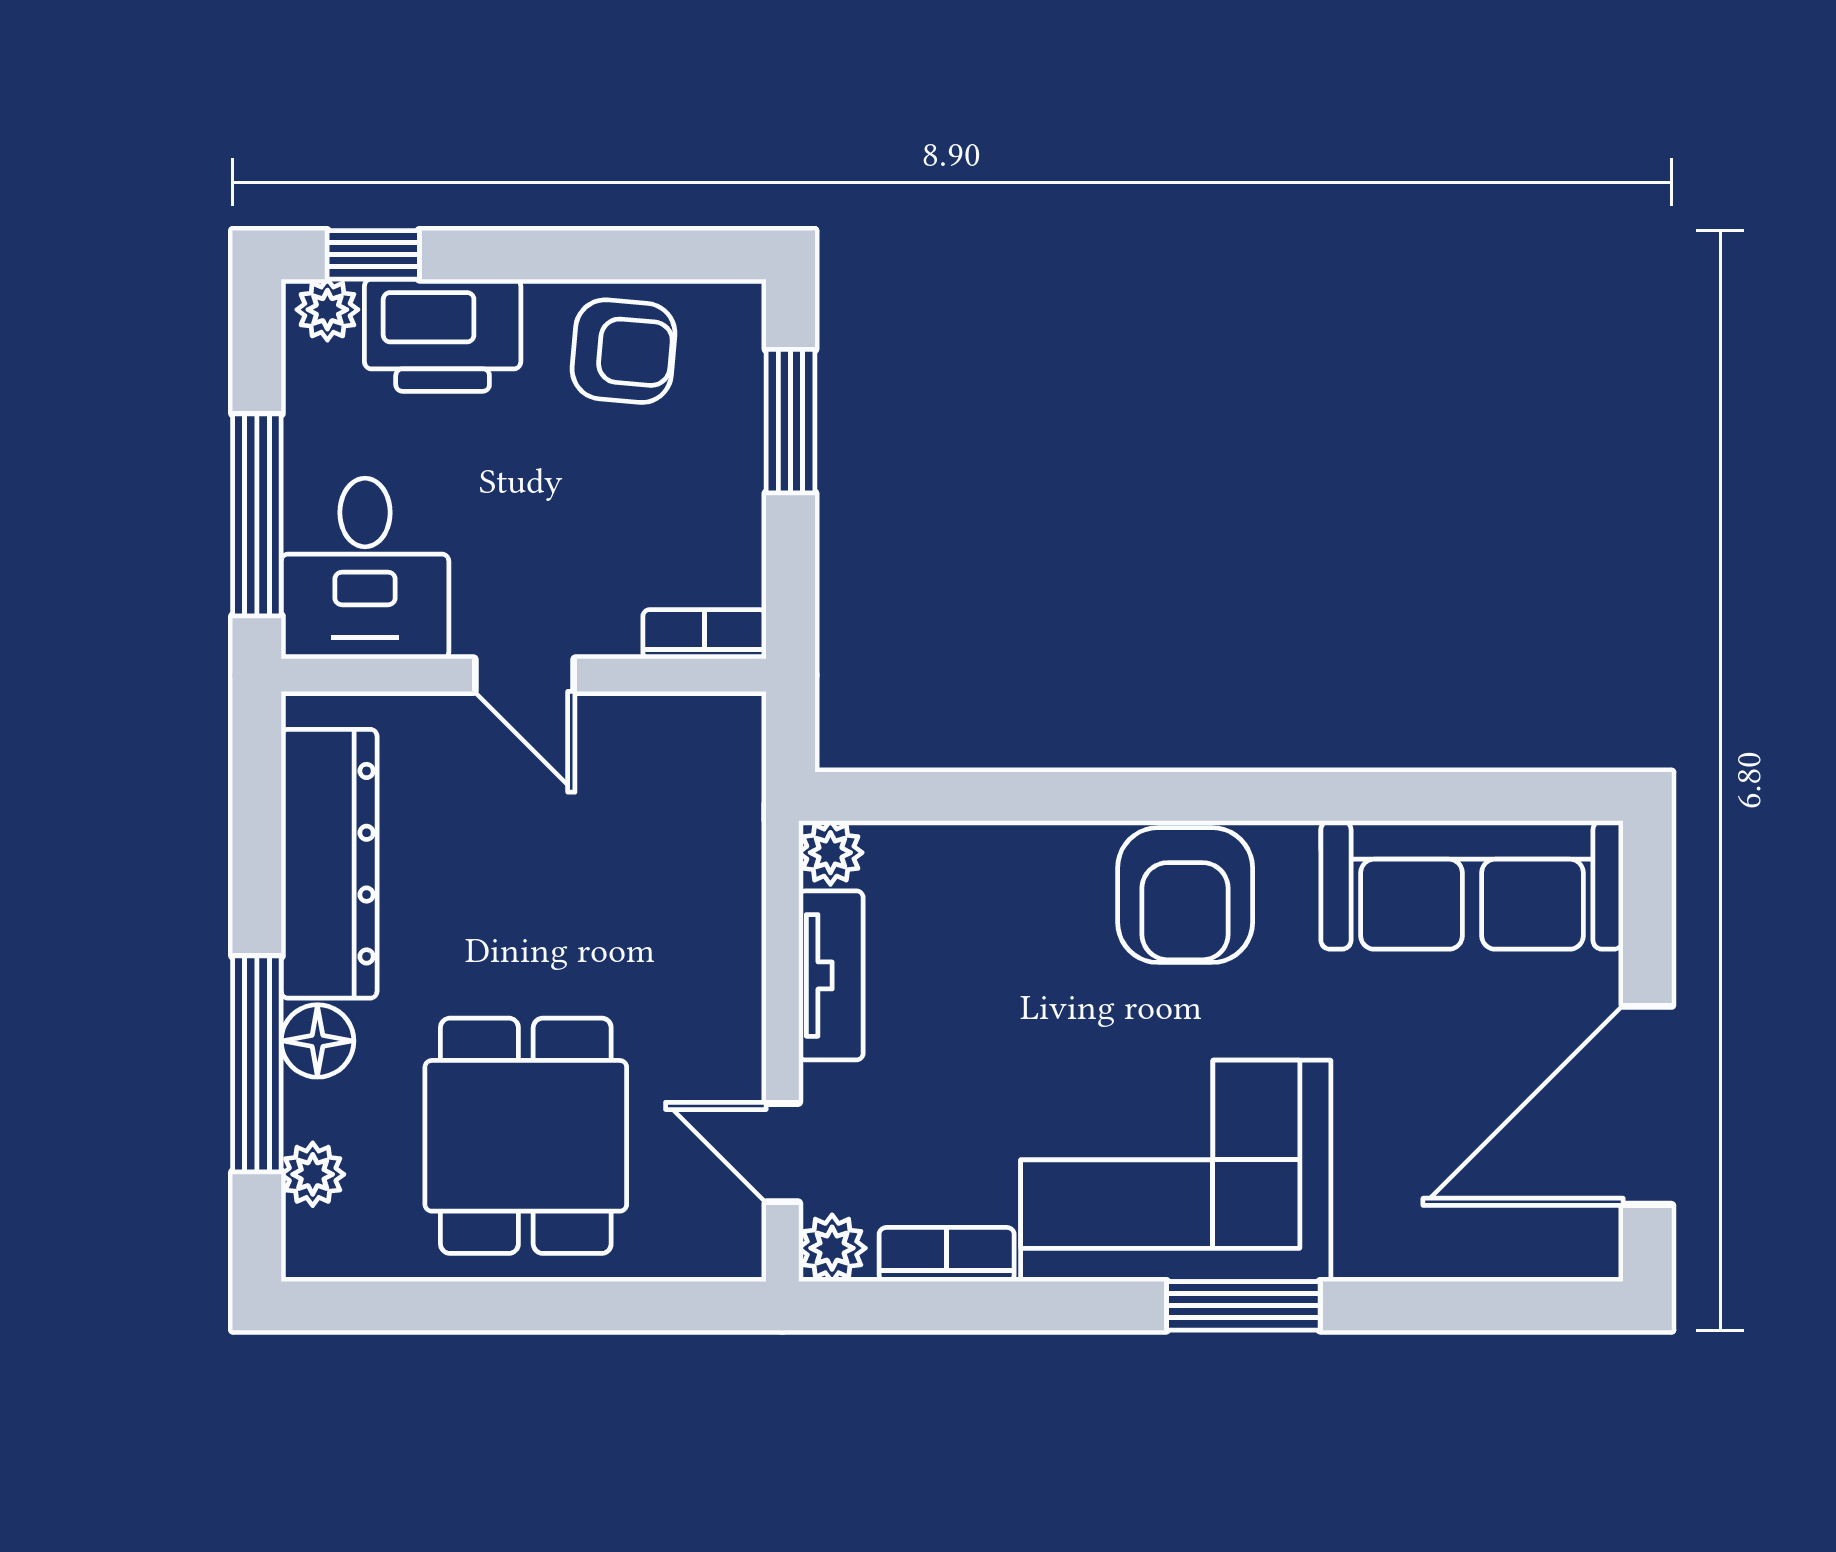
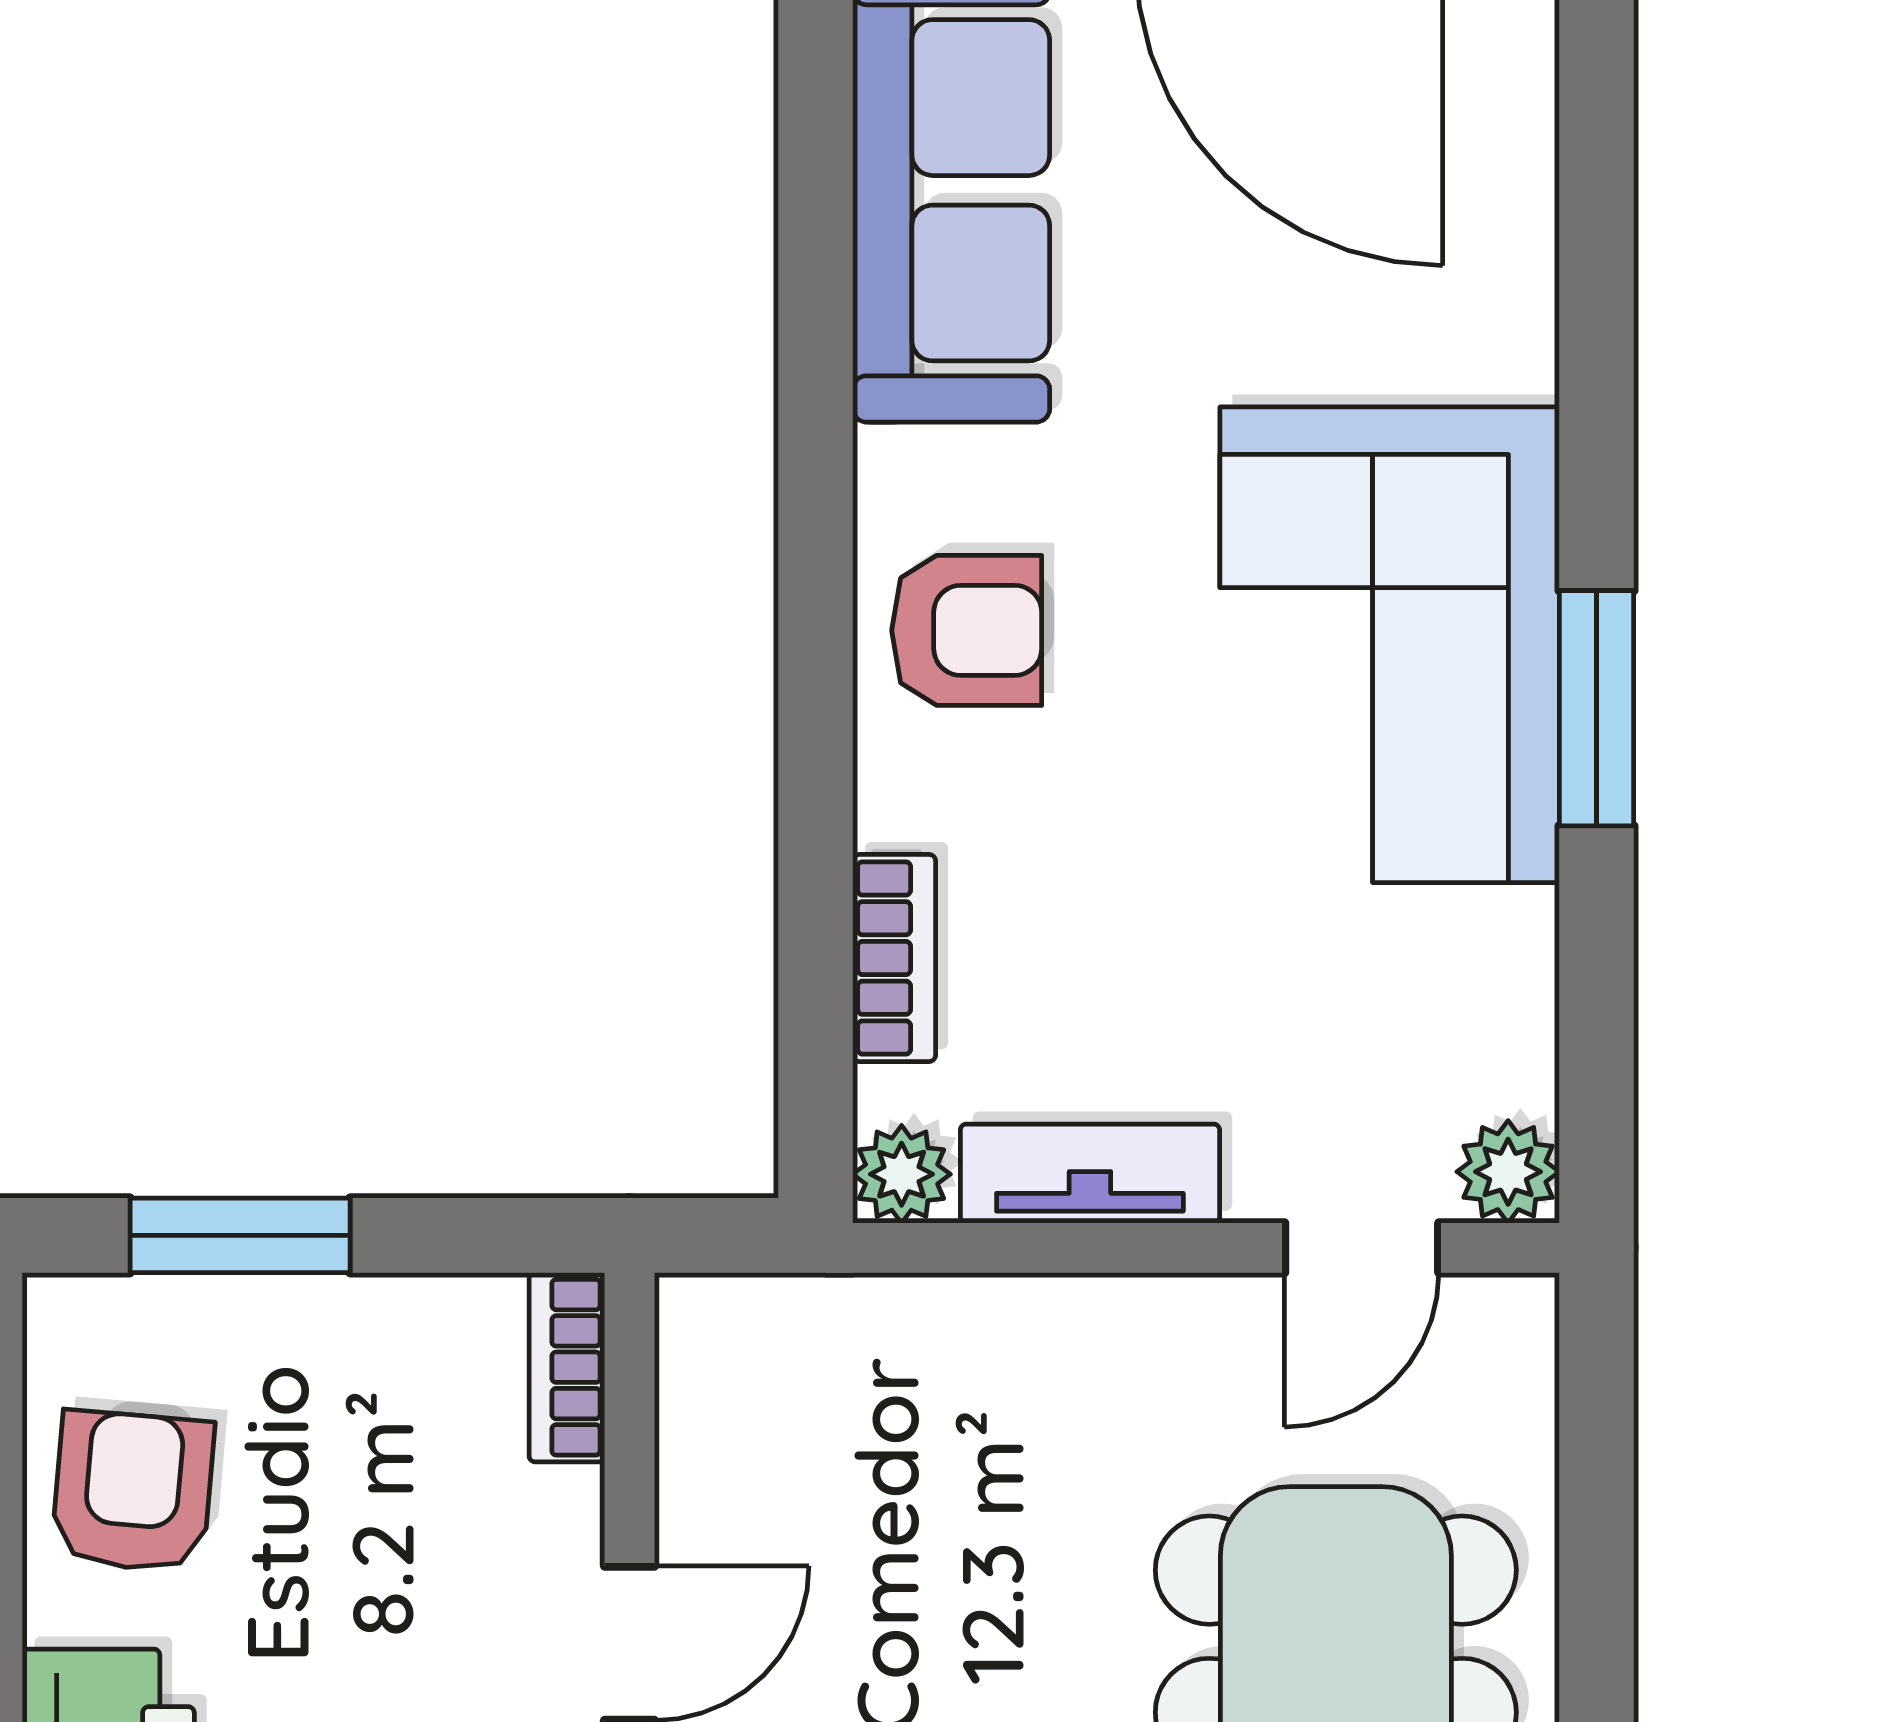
armchair: (1185, 895) -> (967, 630), width x0.72, depth x0.72
bookcase: (947, 1254) -> (894, 958), moved, turned 180
window: (1243, 1306) -> (1597, 708), moved

